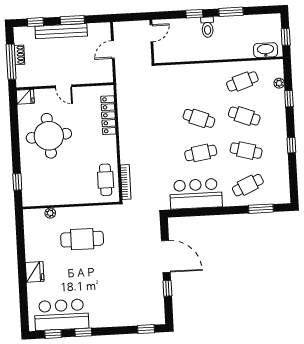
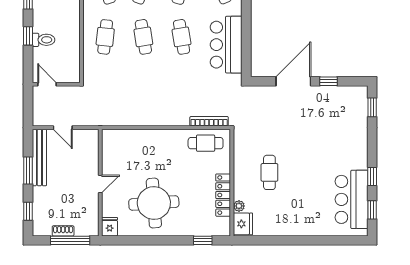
toilet: (207, 27) -> (44, 40), moved
bench: (61, 31) -> (39, 157), moved
cafe table: (197, 84) -> (105, 37), added
locker: (108, 115) -> (223, 195), moved, turned 90
cafe table: (199, 118) -> (143, 37), turned -30
cafe table: (82, 239) -> (269, 172), width x0.73, depth x0.74
fridge: (35, 272) -> (243, 224), moved, turned 90

